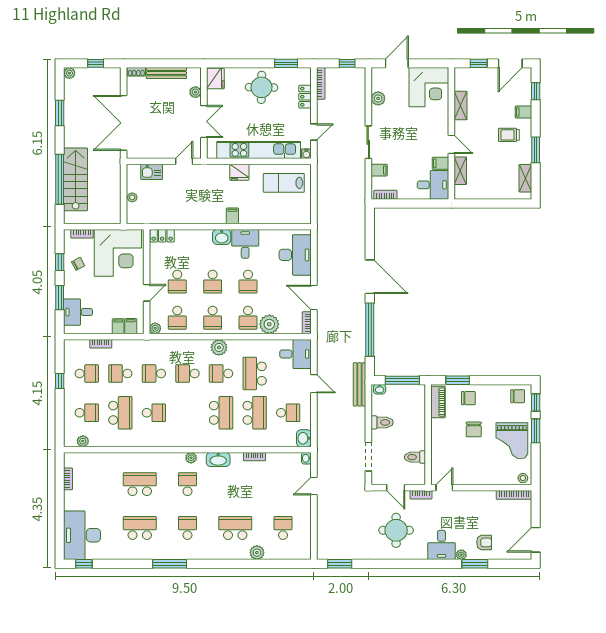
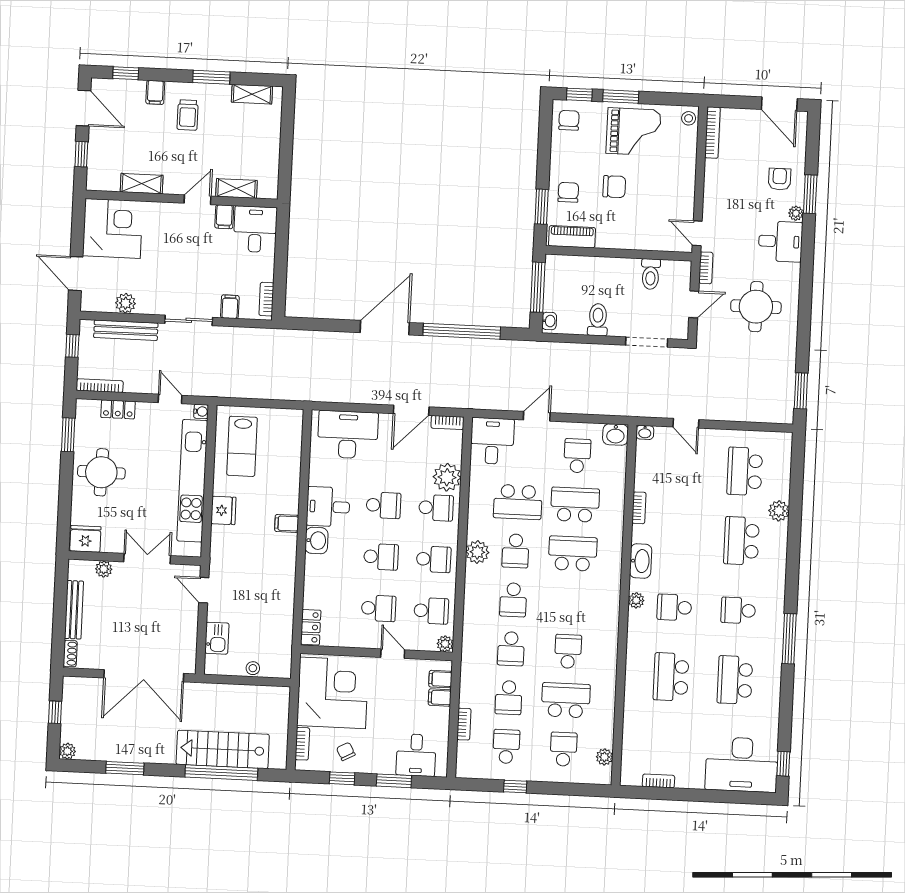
bench: (360, 384) -> (126, 330), moved
school desk: (283, 528) -> (745, 471), width x1.85

